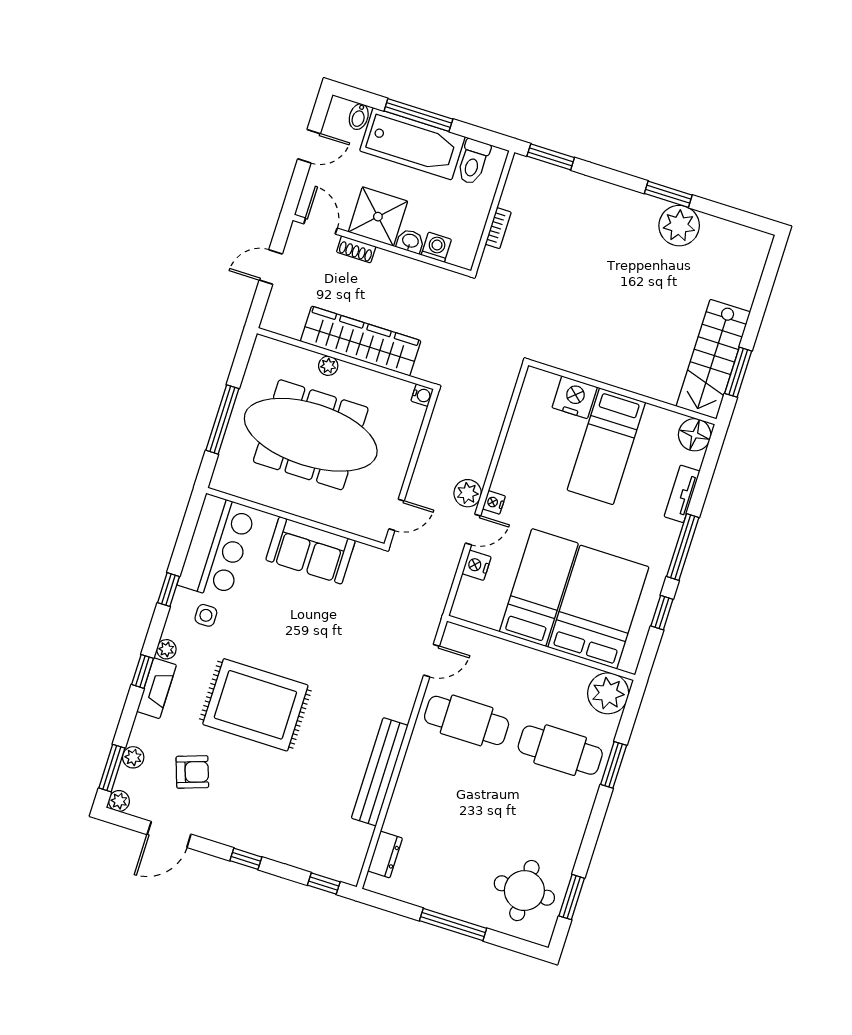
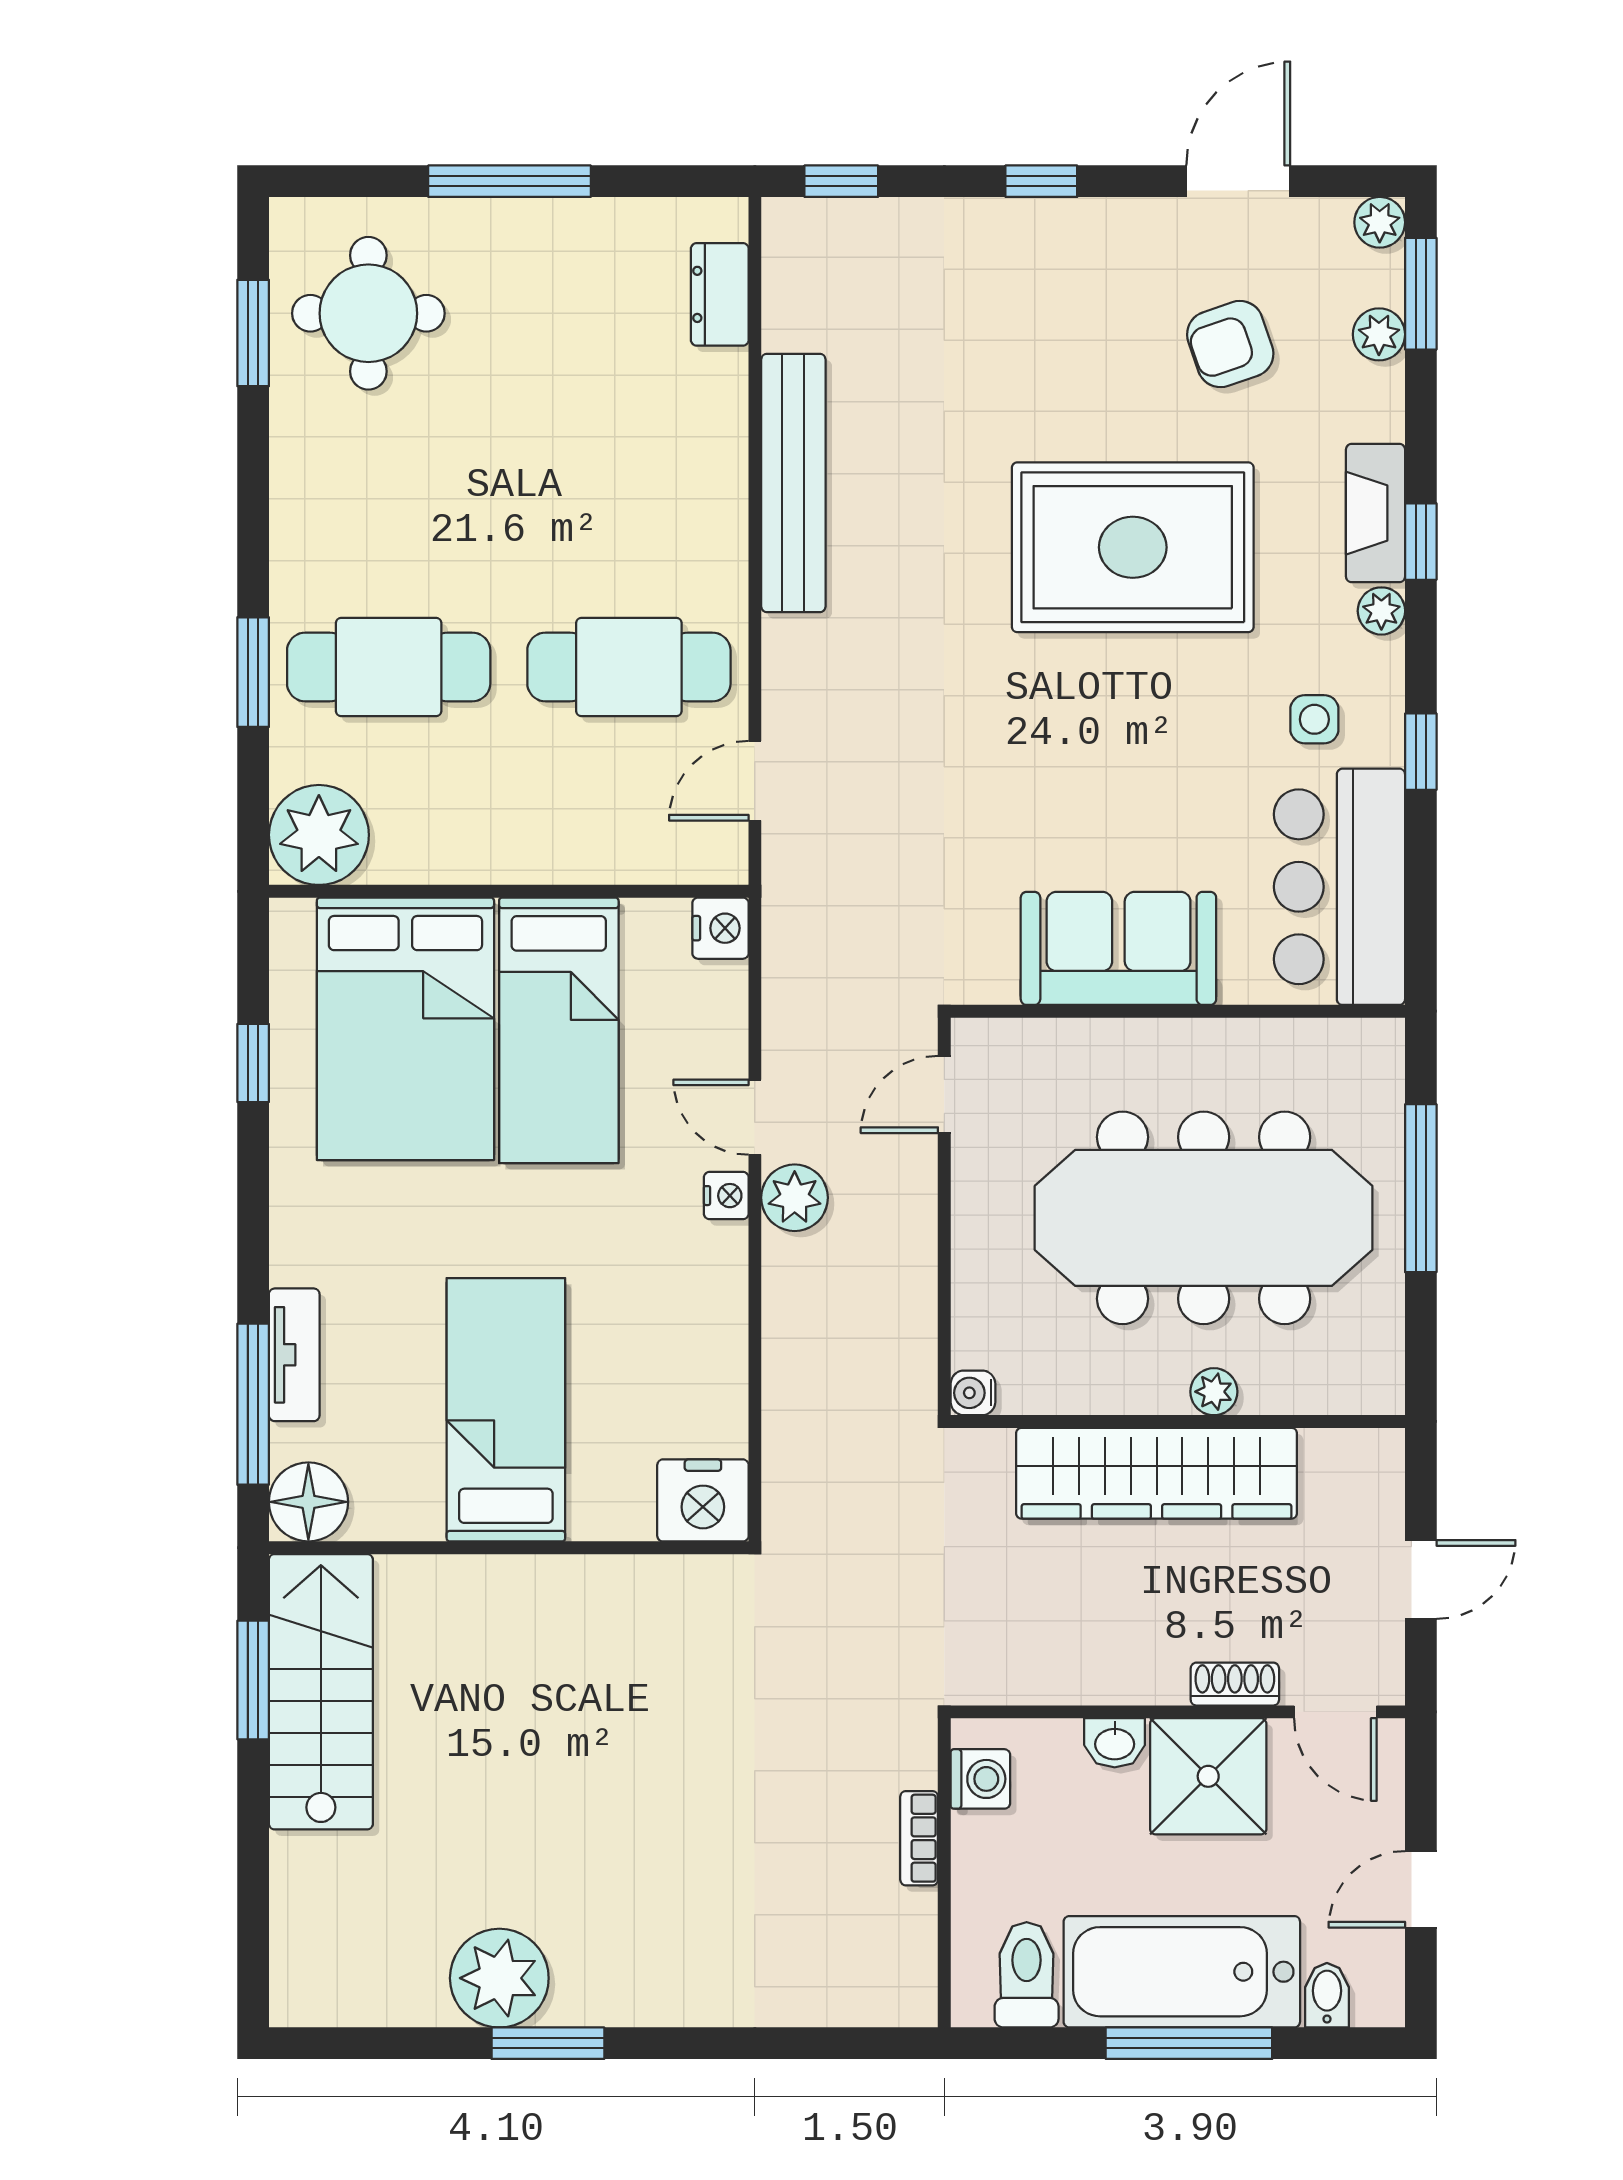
window: (551, 157) -> (850, 2043), removed
washing machine: (436, 247) -> (980, 1779), moved, turned -90
nightstand: (575, 397) -> (703, 1500), moved
door: (473, 529) -> (755, 1117), hinge flipped
window: (683, 547) -> (253, 1404), moved
nightstand: (477, 565) -> (720, 928), moved

